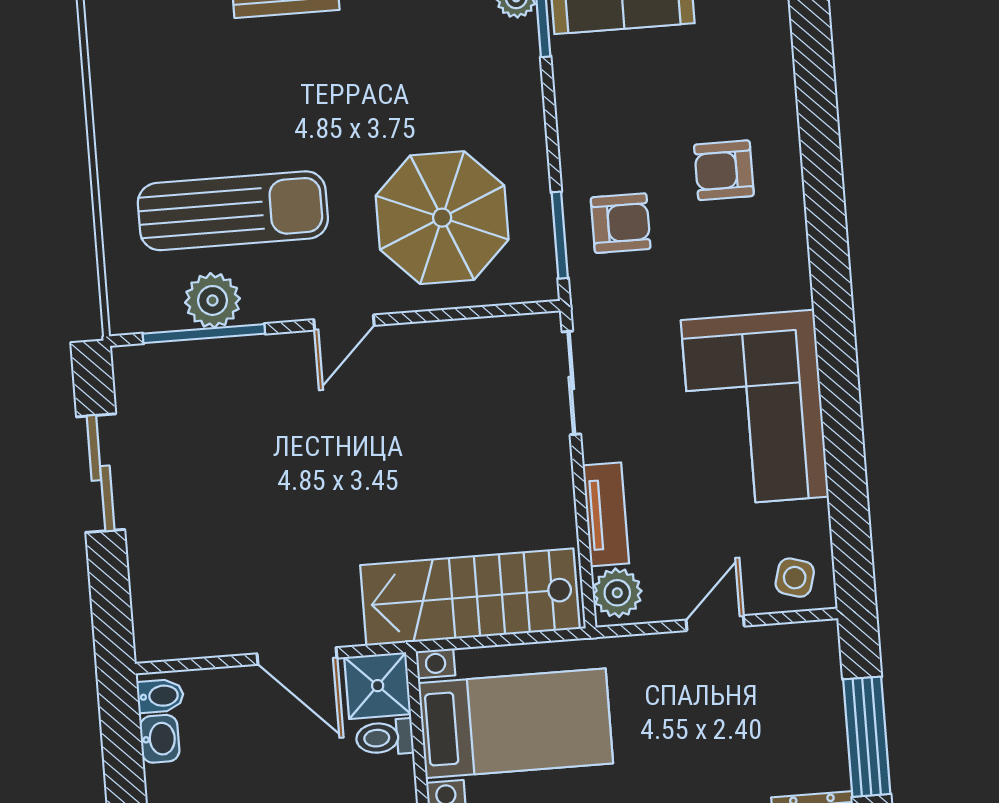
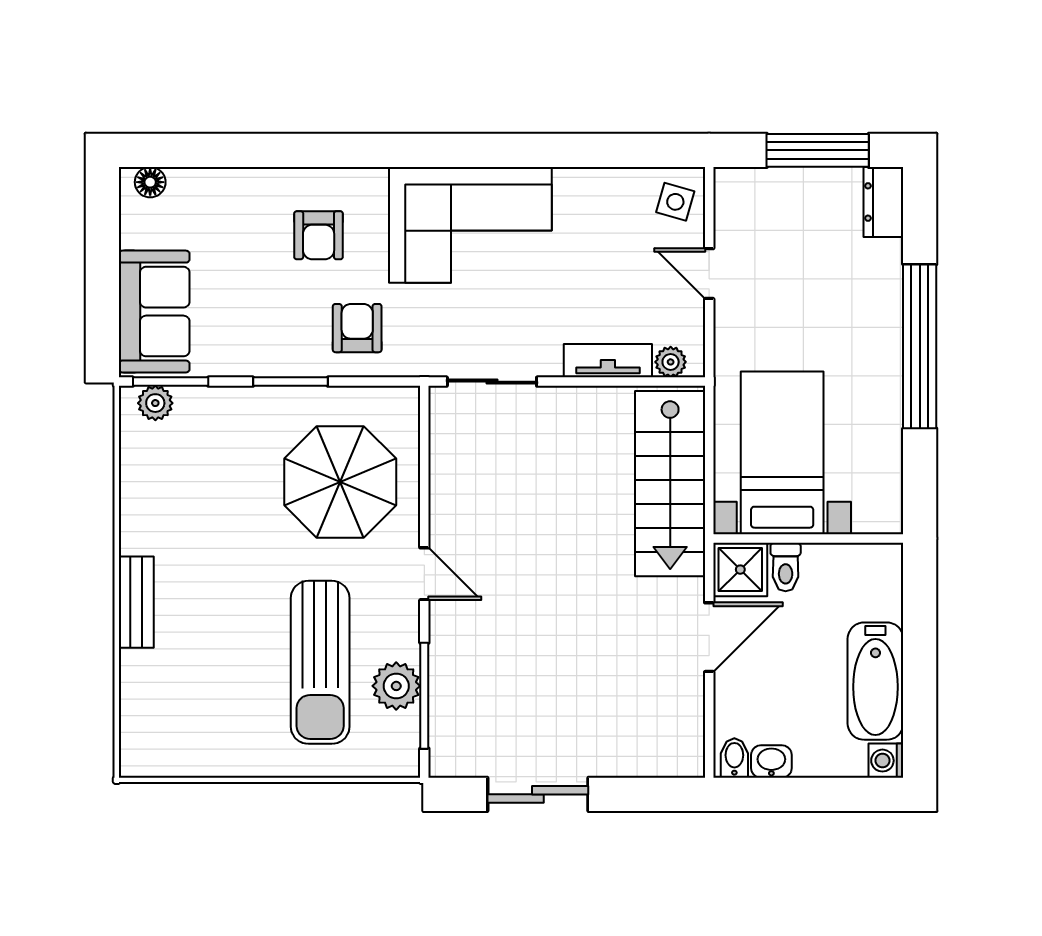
sun lounger: (233, 211) -> (320, 662), turned 180
window: (560, 235) -> (290, 382), moved
corner sofa: (755, 408) -> (470, 225), moved
plant: (617, 593) -> (671, 362), width x0.73, depth x0.73

